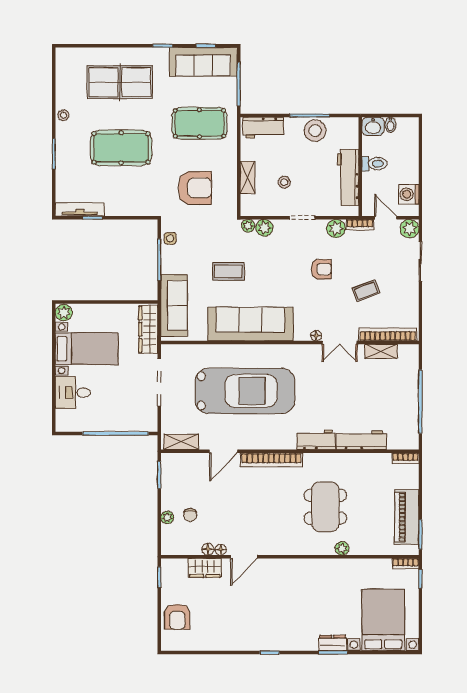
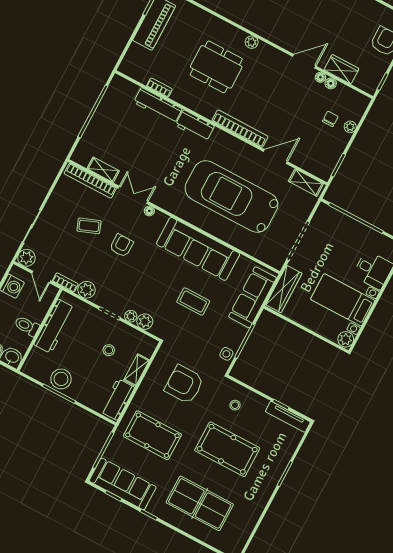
stool: (63, 115) -> (235, 405), moved
workbench: (263, 128) -> (117, 400), moved, turned -90
plant: (248, 226) -> (131, 316), moved
armchair: (321, 269) -> (121, 246), moved, turned 90
bookcase: (405, 458) -> (159, 88), moved
dining table: (325, 507) -> (216, 67), turned 90
plant: (342, 548) -> (252, 42), moved

